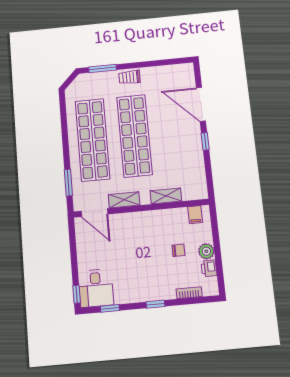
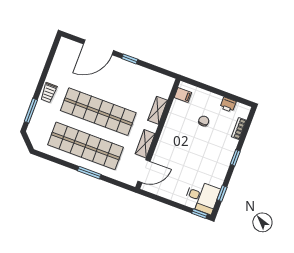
window: (68, 183) -> (89, 173), moved
plant: (206, 251) -> (214, 100), removed

